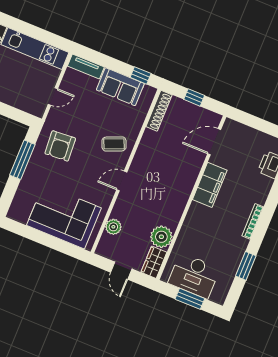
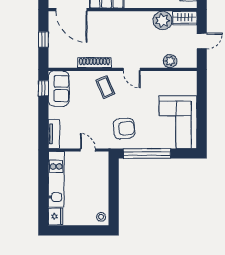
sofa: (120, 87) -> (59, 89), moved
shoe rack: (159, 111) -> (94, 63), moved
door: (214, 142) -> (71, 10), width x1.36
window: (22, 160) -> (147, 153), width x1.46
corner sofa: (64, 217) -> (178, 122), moved

